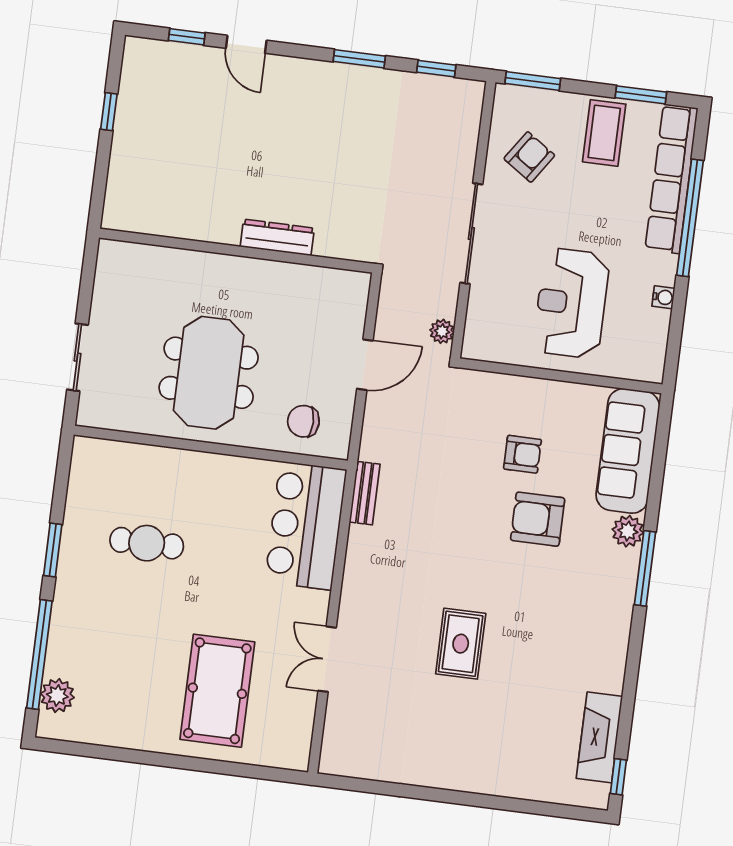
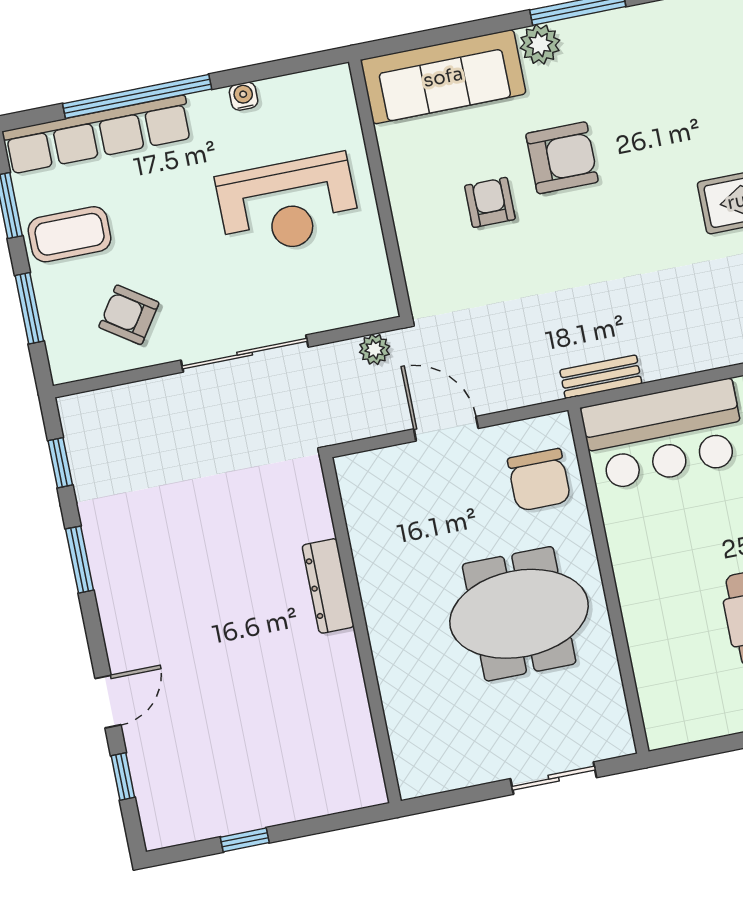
window: (533, 81) -> (29, 308), moved
chair: (303, 421) -> (539, 480), width x1.37, depth x1.37
armchair: (538, 519) -> (562, 158), turned -90

